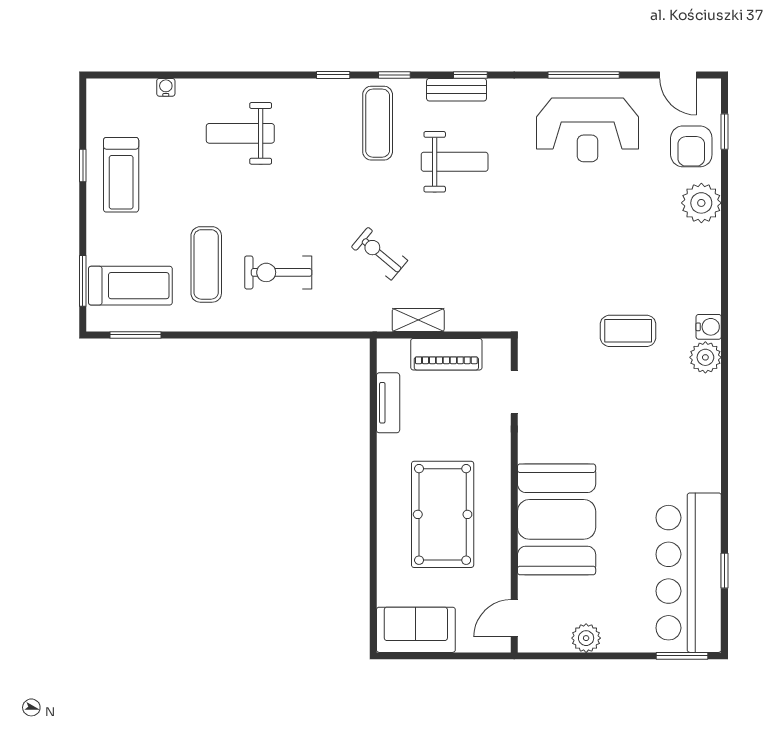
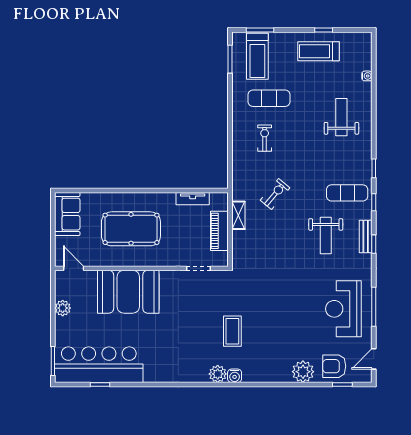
exercise bike: (278, 272) -> (265, 138), width x0.73, depth x0.72

